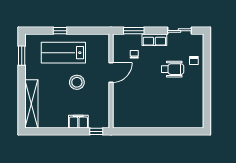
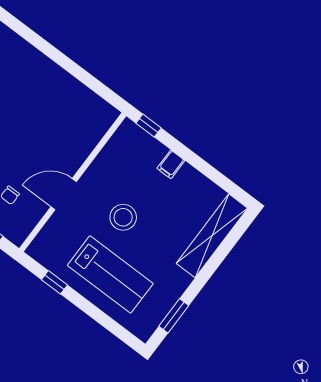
window: (60, 31) -> (54, 282), moved
filing cabinet: (78, 122) -> (171, 164), width x0.50

